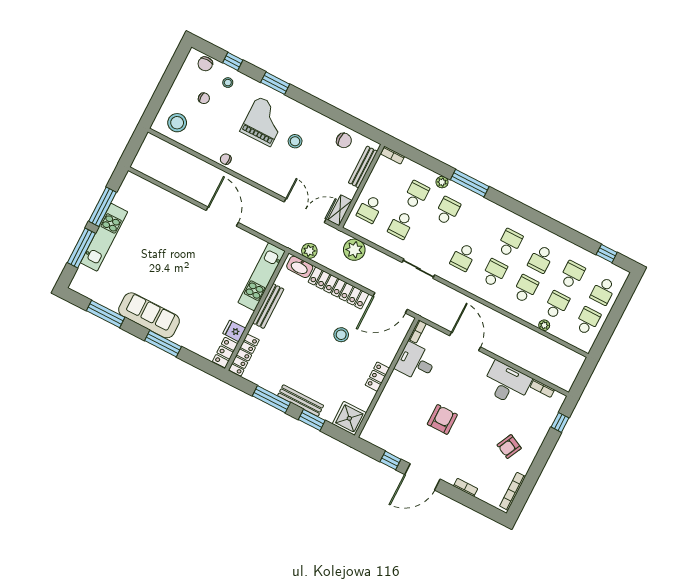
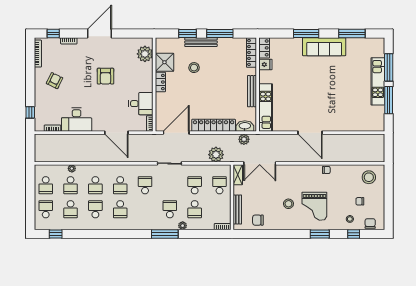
school desk: (447, 211) -> (170, 209), turned 180
stool: (341, 335) -> (194, 68), moved
shower: (349, 418) -> (164, 62), moved
plant: (379, 422) -> (145, 54), added
window: (390, 460) -> (53, 33), moved

